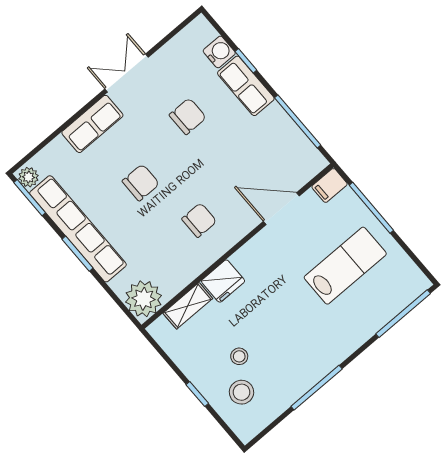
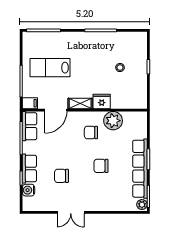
row of seats: (92, 124) -> (29, 126), moved, turned 90
door: (281, 209) -> (56, 110), hinge flipped
plant: (144, 299) -> (113, 121), moved
shelving: (188, 306) -> (80, 104), moved
stool: (241, 392) -> (131, 53), removed

